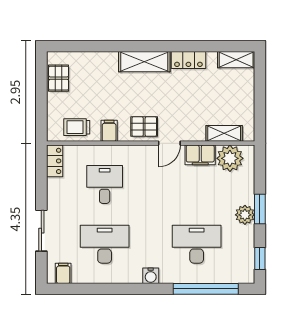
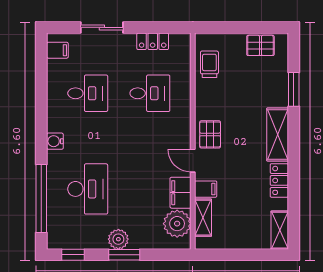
window: (101, 46) -> (294, 89), added
filing cabinet: (109, 131) -> (206, 189), moved
locker: (55, 161) -> (153, 41), moved
desk: (105, 244) -> (88, 93), width x0.73

